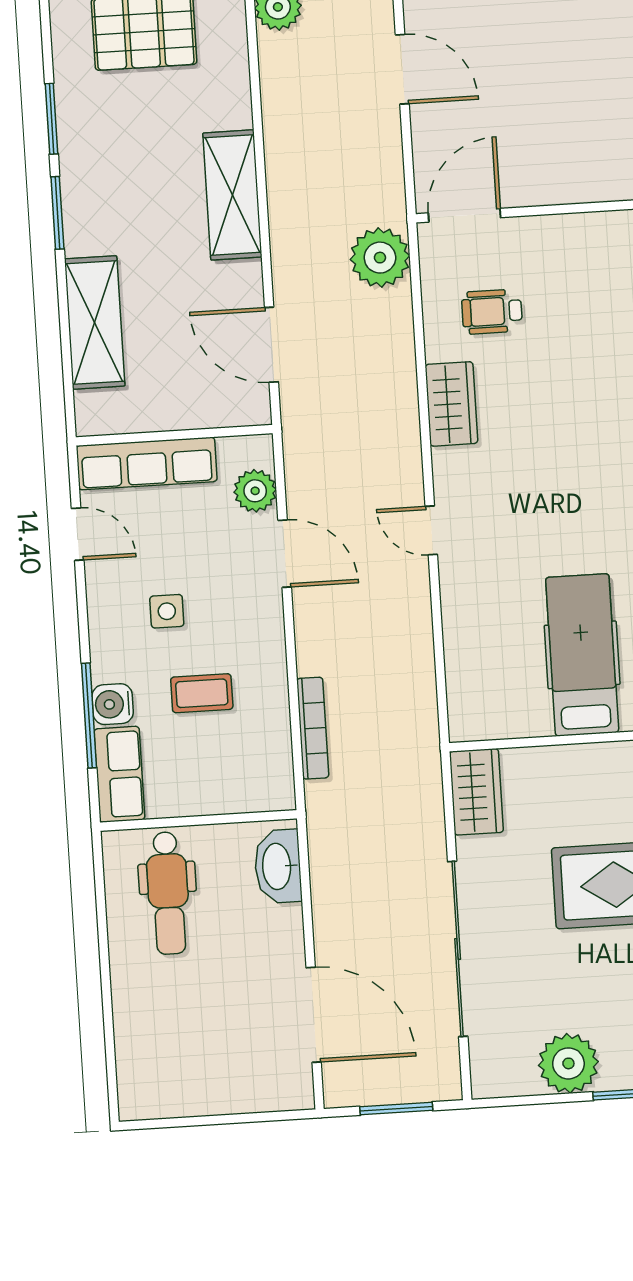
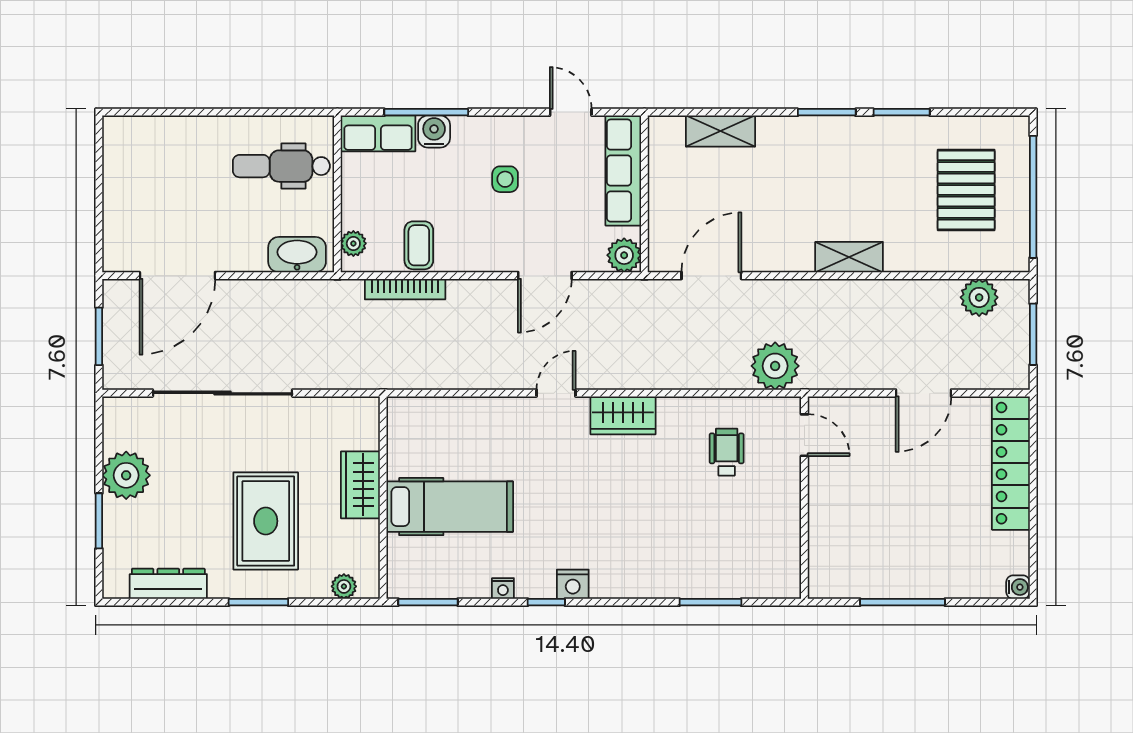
shelving: (232, 195) -> (849, 257), width x0.67, depth x0.75
door: (464, 215) -> (804, 435), width x0.73
shelving: (95, 322) -> (720, 131), width x0.67, depth x0.75
wardrobe: (451, 404) -> (623, 415), moved
plant: (255, 491) -> (624, 255), moved
door: (78, 534) -> (571, 112), swing flipped
coffee table: (202, 693) -> (419, 245), moved
wardrobe: (476, 792) -> (360, 485), moved, turned 90
plant: (260, 797) -> (353, 243), added

